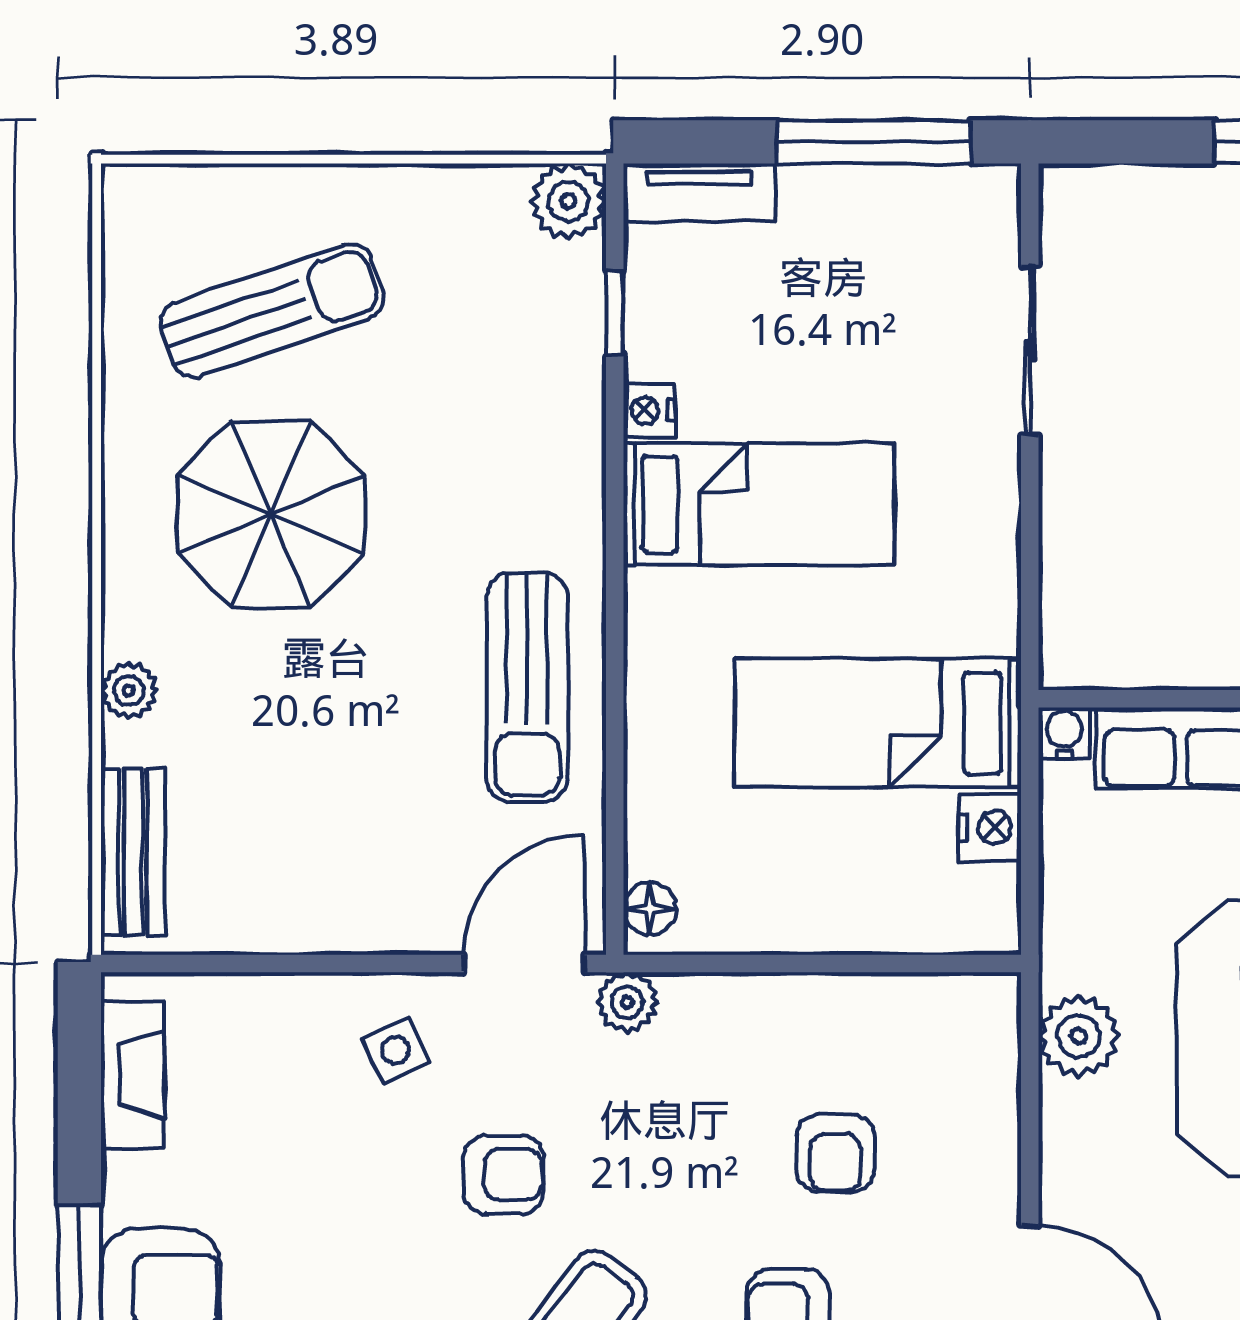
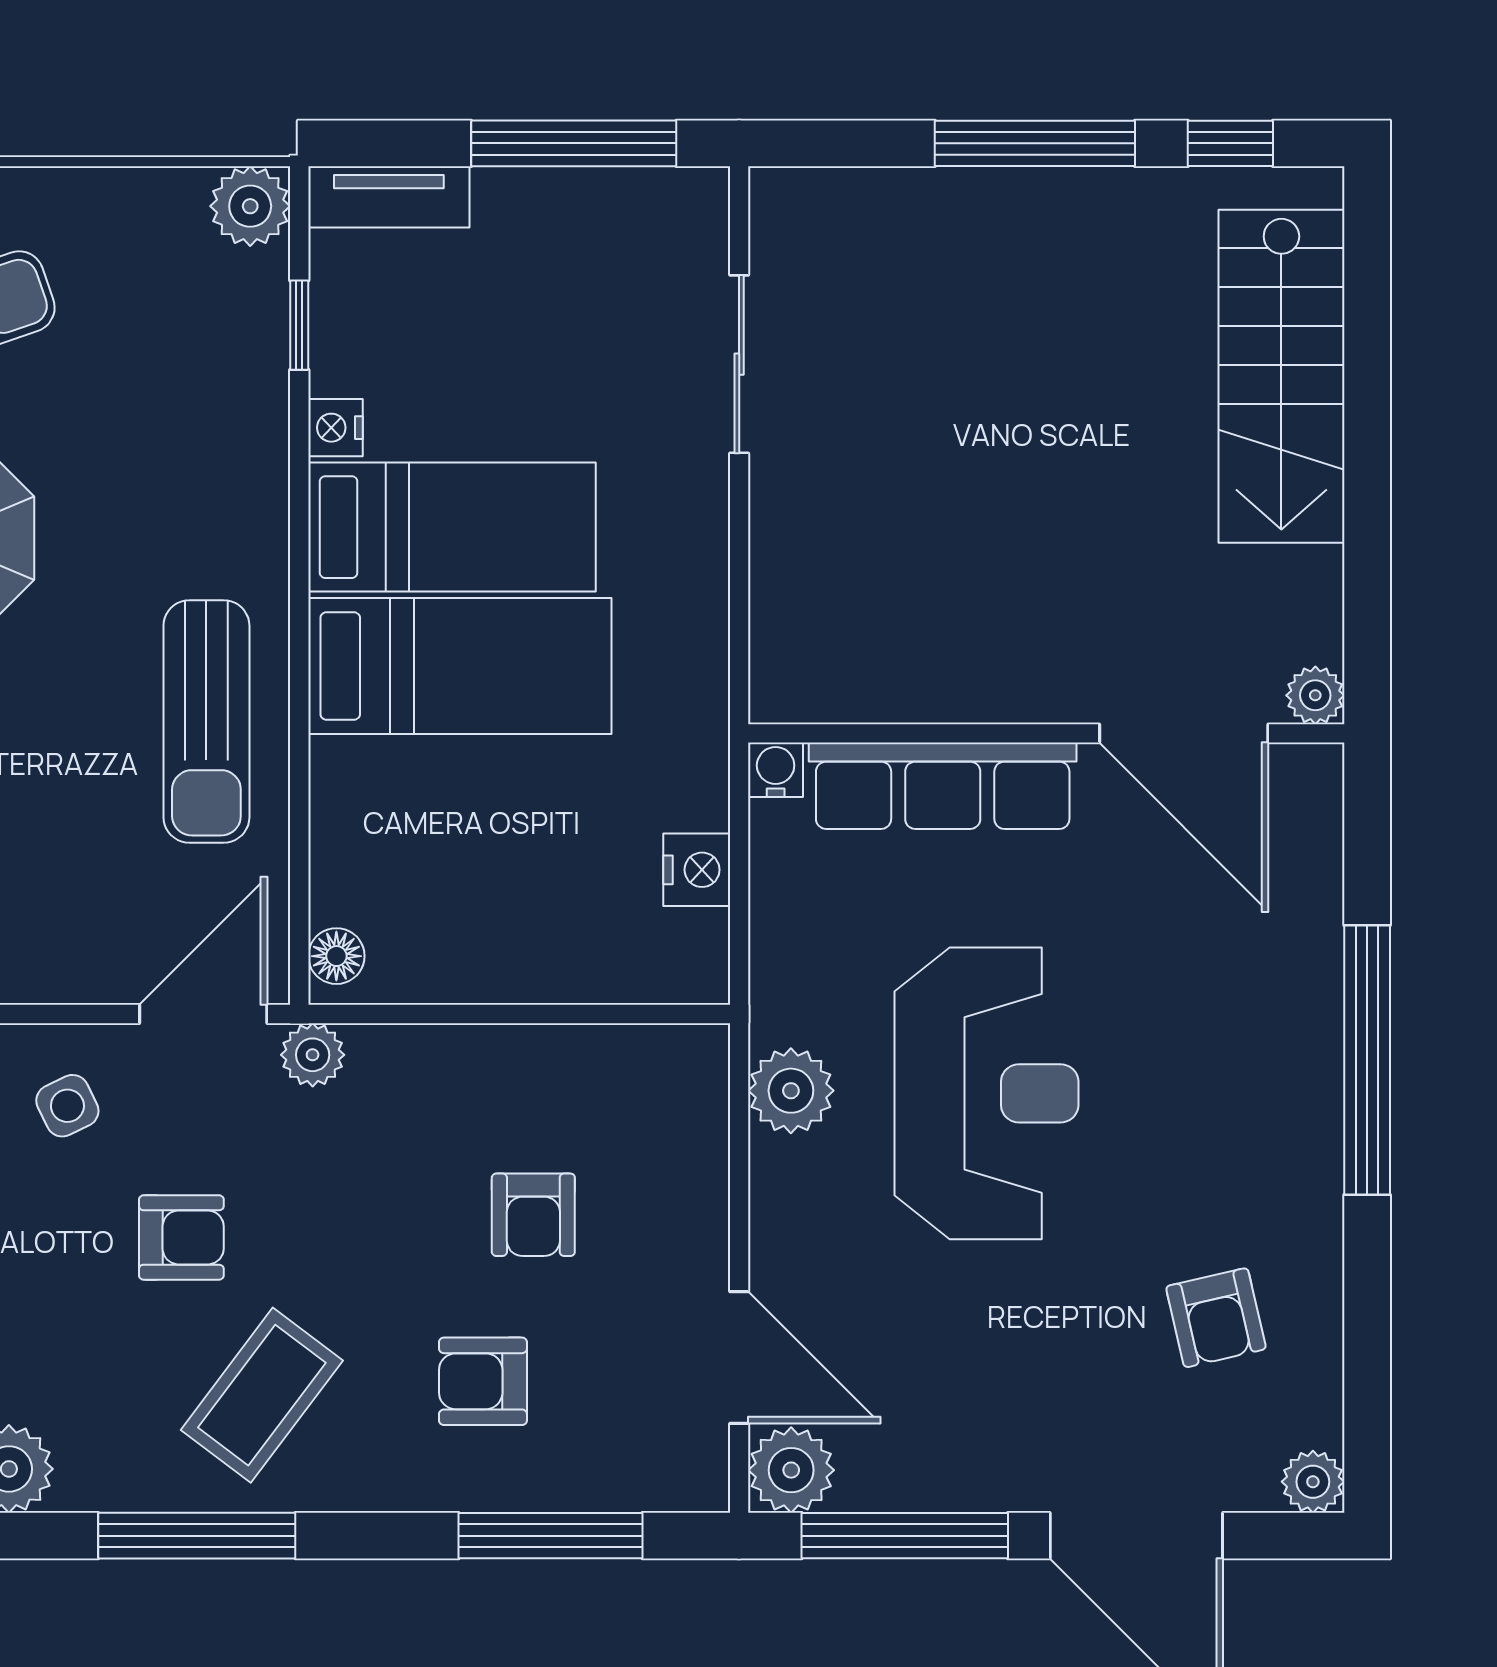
bed: (878, 723) -> (460, 666), moved, turned 180

